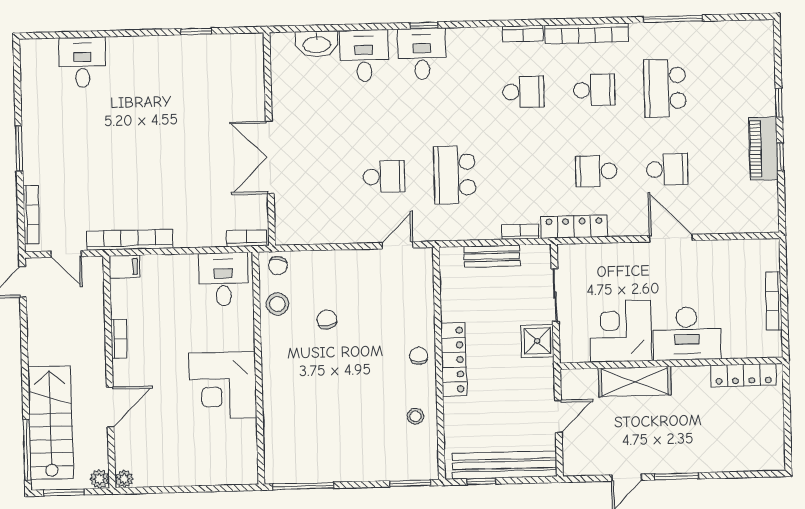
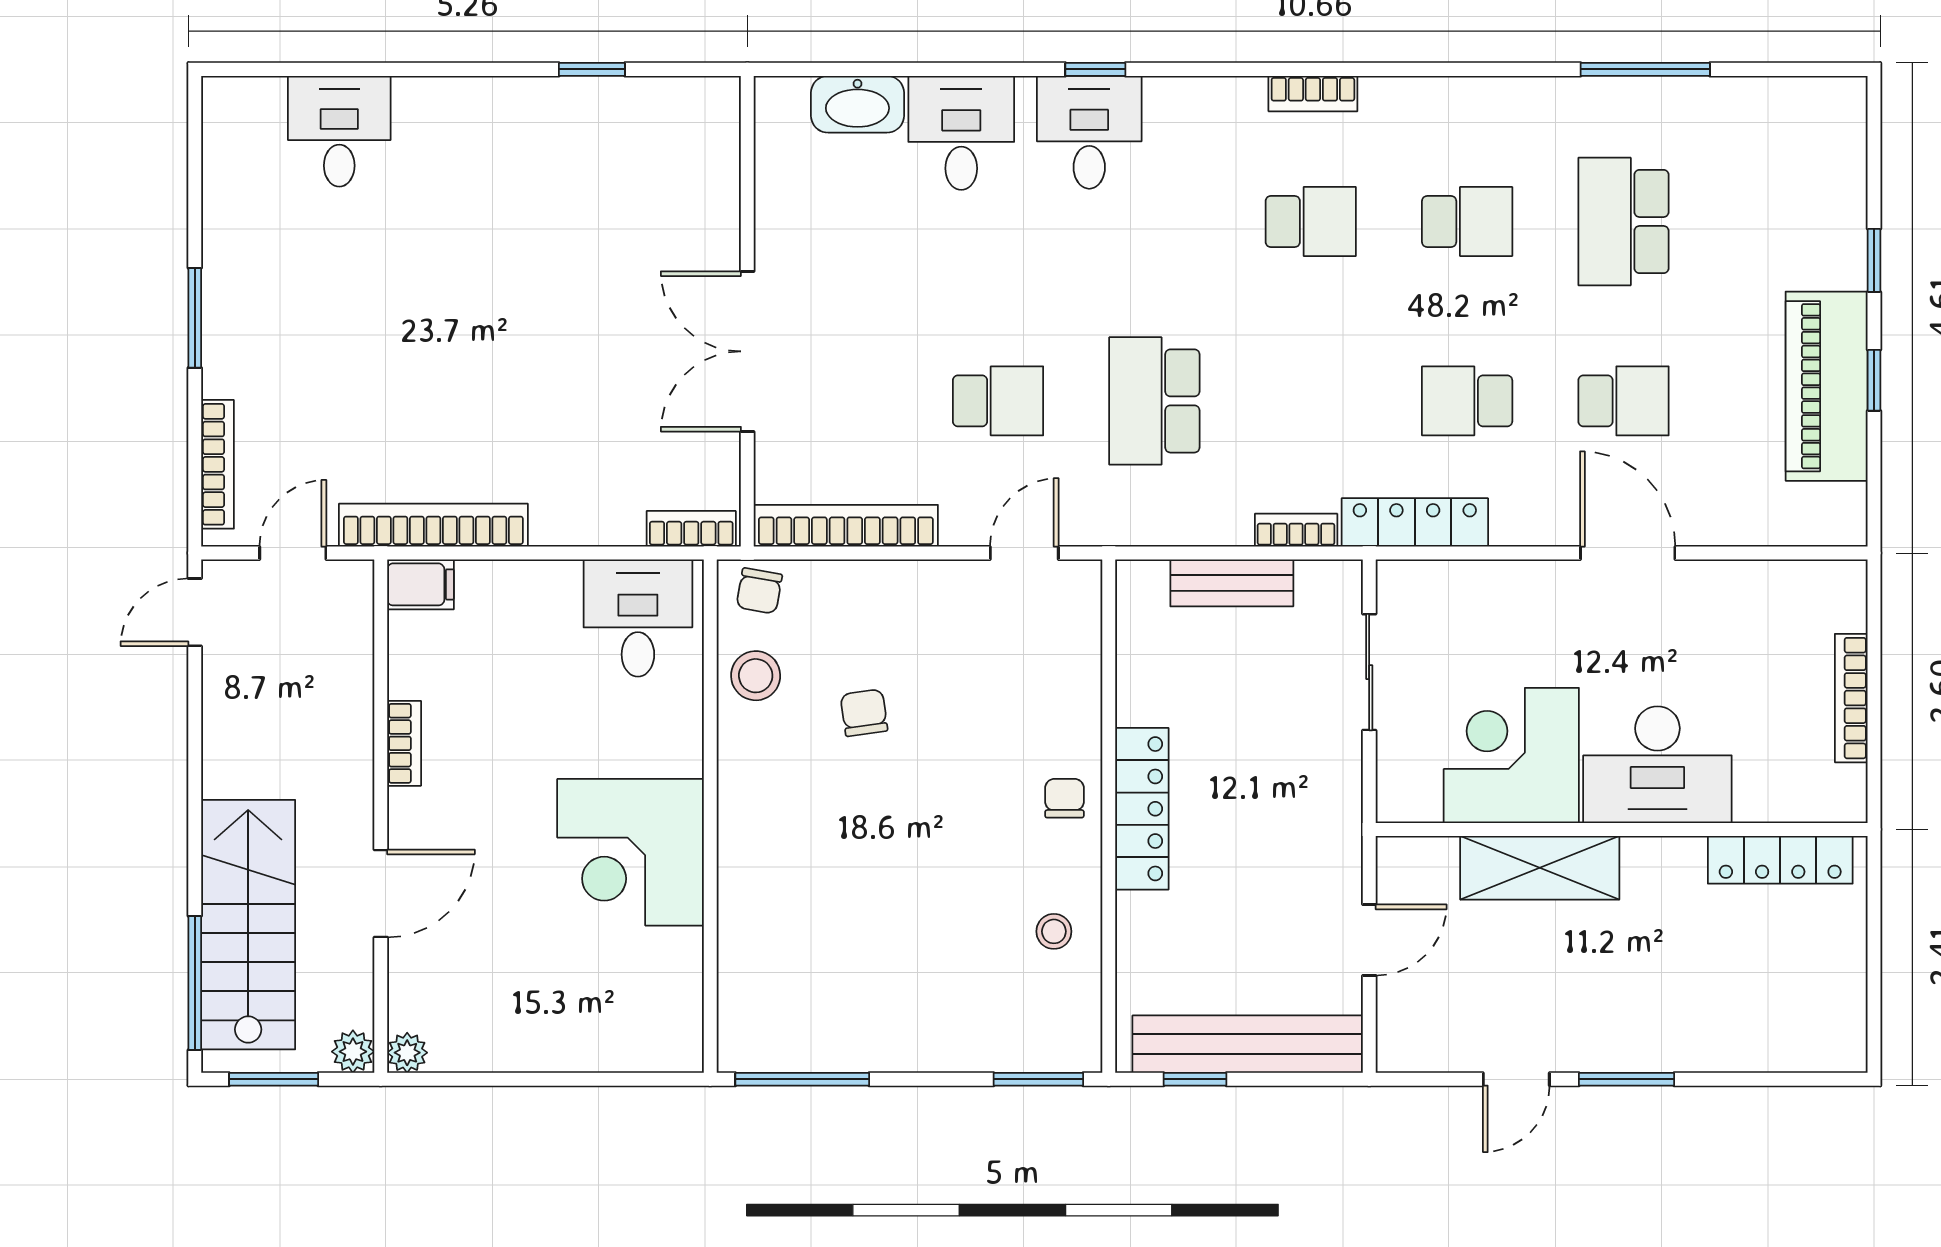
bookcase: (587, 34) -> (846, 526), moved, turned 180
piano: (763, 149) -> (1827, 386), width x1.37, depth x1.33
door: (66, 254) -> (293, 553), swing flipped
shower: (537, 341) -> (1327, 772), removed

